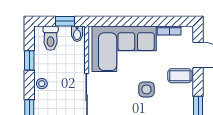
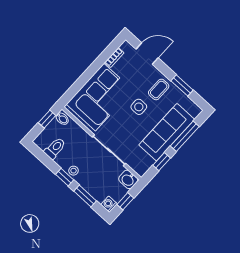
toilet: (51, 38) -> (55, 148), moved, turned -90
window: (29, 60) -> (65, 177), moved
coffee table: (180, 76) -> (159, 89), moved

